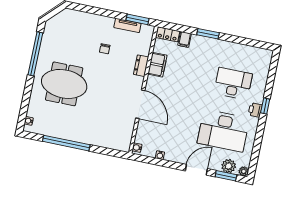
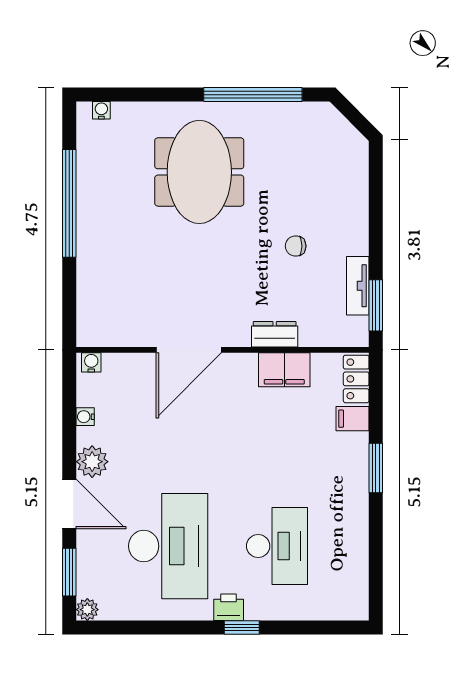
desk: (223, 131) -> (168, 546), turned 180
plant: (229, 166) -> (92, 462), moved

